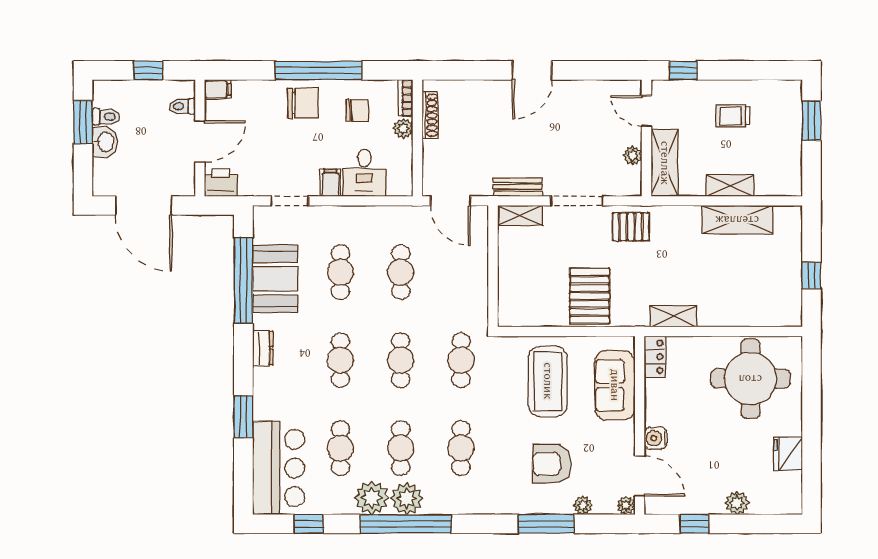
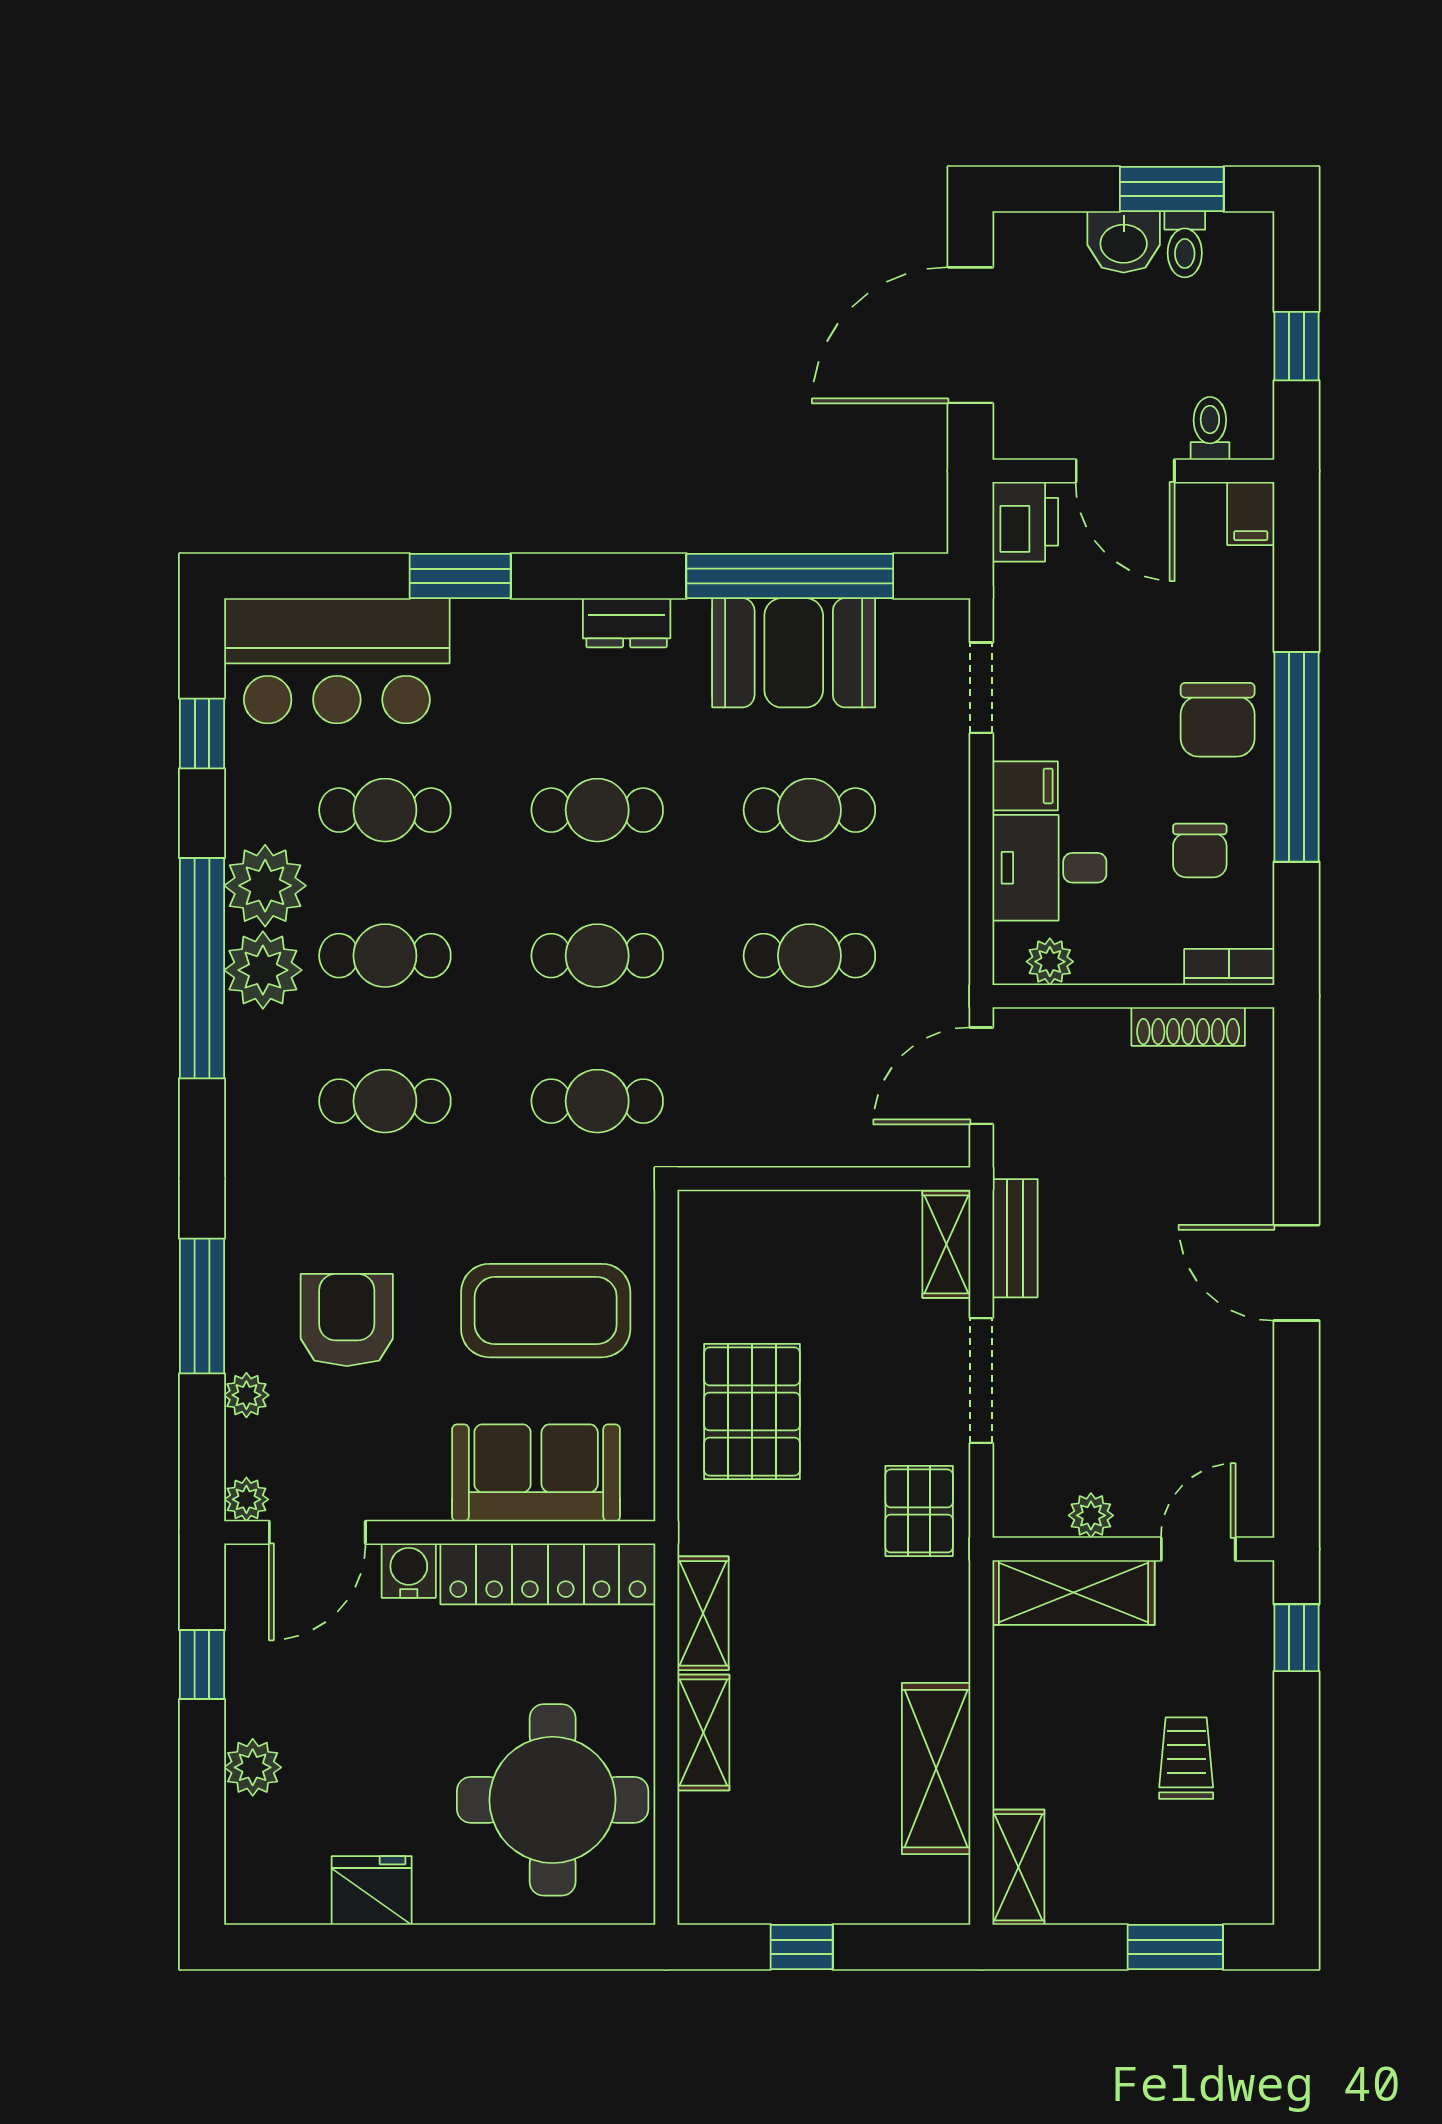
plant: (403, 128) -> (1050, 962), moved
shelving: (730, 186) -> (1018, 1867), moved
pallet: (590, 296) -> (752, 1411), turned 90
shelving: (723, 316) -> (703, 1732), added
locker: (655, 357) -> (548, 1574), width x2.16, depth x1.21

